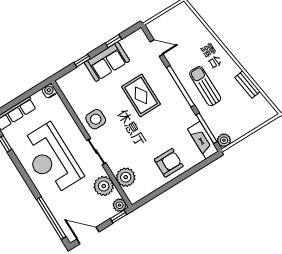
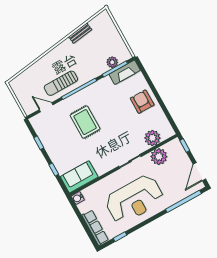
door: (157, 48) -> (46, 107), hinge flipped
sofa: (107, 62) -> (79, 177), moved, turned -90
sun lounger: (205, 86) -> (61, 83), moved
rug: (141, 95) -> (85, 122), turned 90
side table: (96, 119) -> (103, 161), removed
plant: (224, 140) -> (112, 62), moved
plant: (120, 205) -> (175, 144), removed

